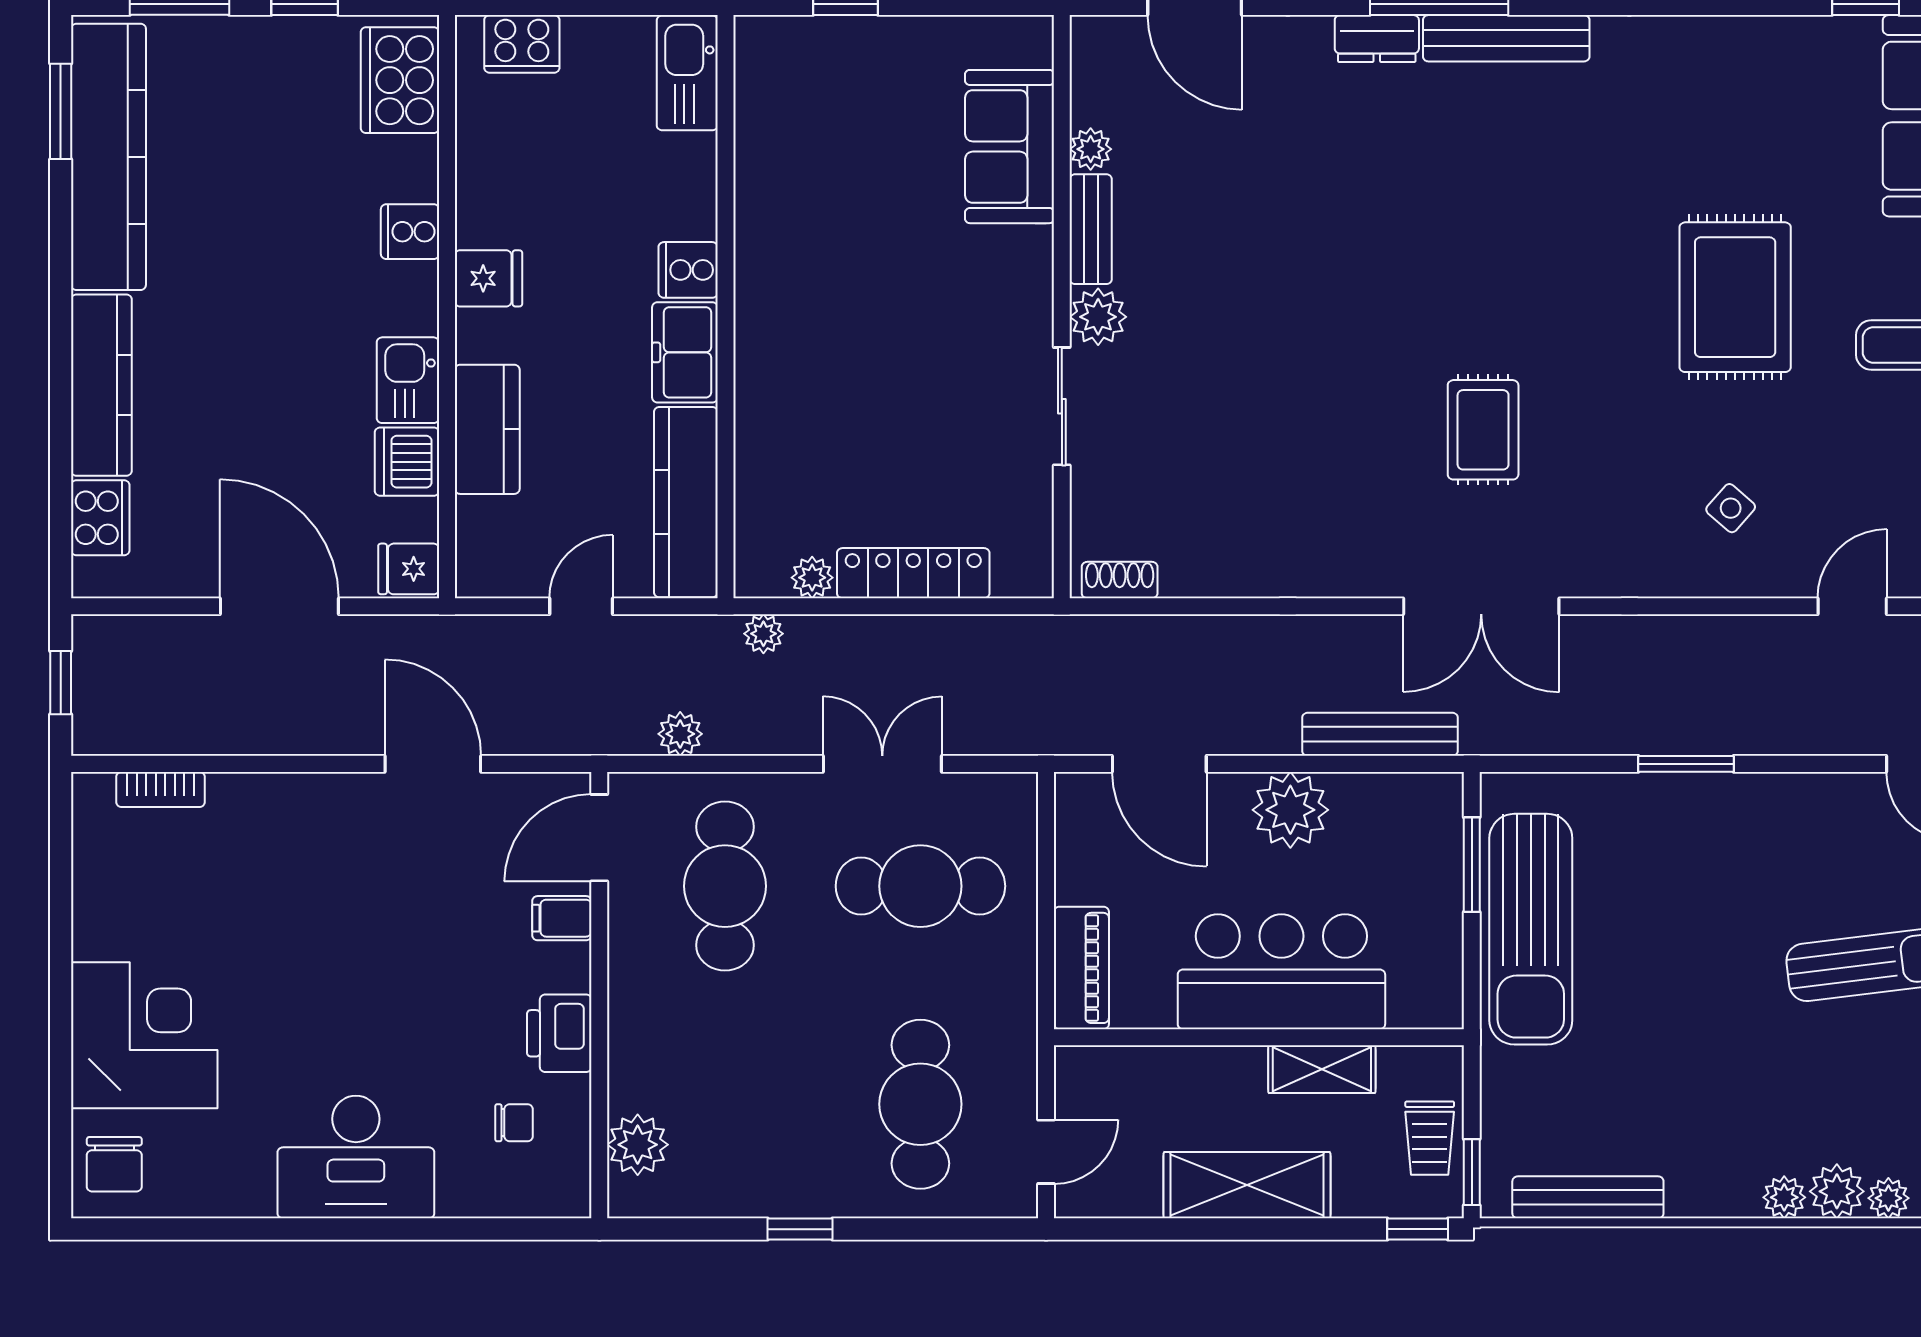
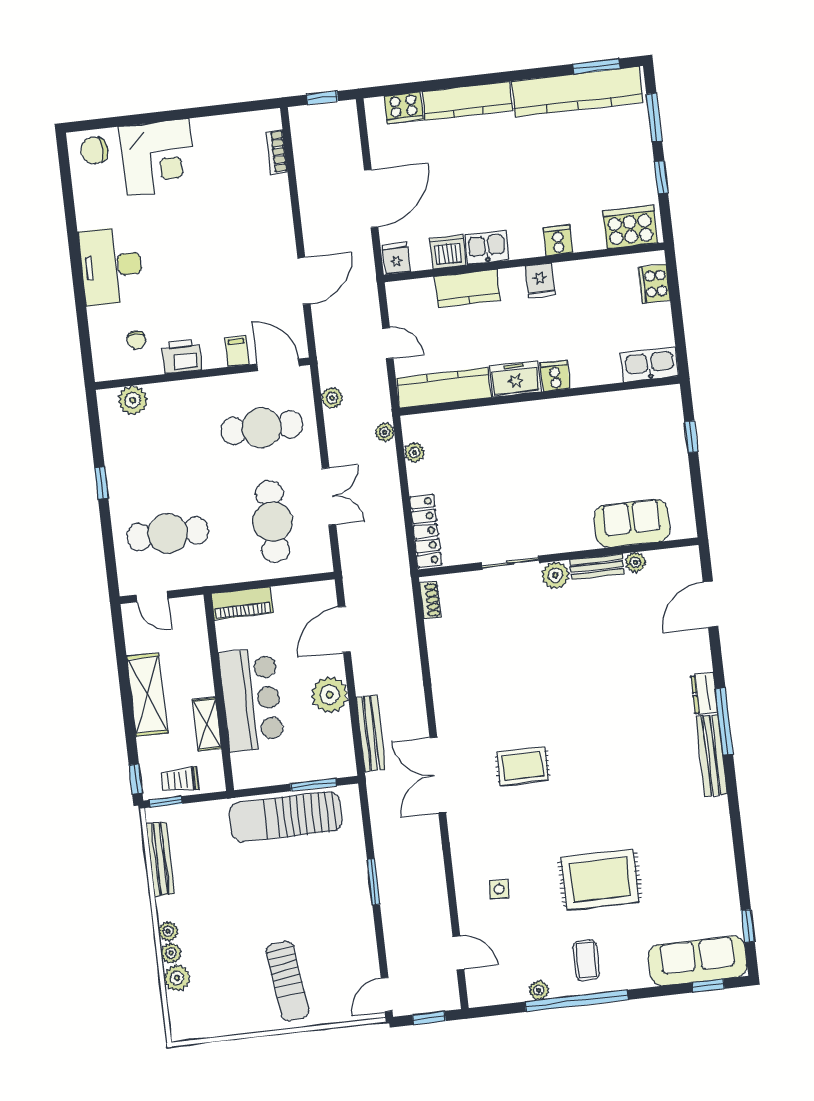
side table: (1731, 508) -> (499, 889), turned -37
locker: (913, 573) -> (426, 531), moved
plant: (1888, 1198) -> (168, 931), moved

